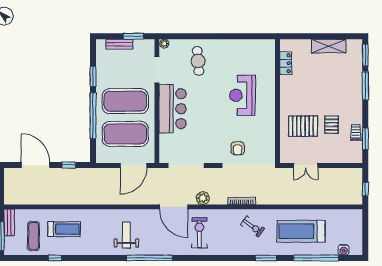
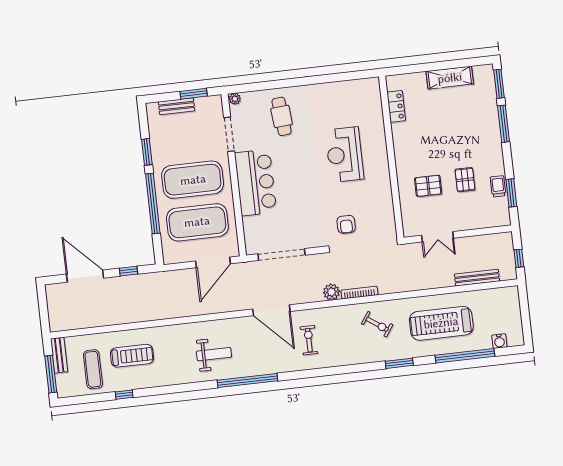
pallet: (303, 126) -> (428, 186), width x0.67, depth x0.71
plant: (203, 198) -> (331, 292), moved
bench: (332, 200) -> (477, 278), added
exercise bike: (199, 233) -> (309, 340), width x0.73, depth x0.72
weight bench: (126, 235) -> (214, 354), turned 90

